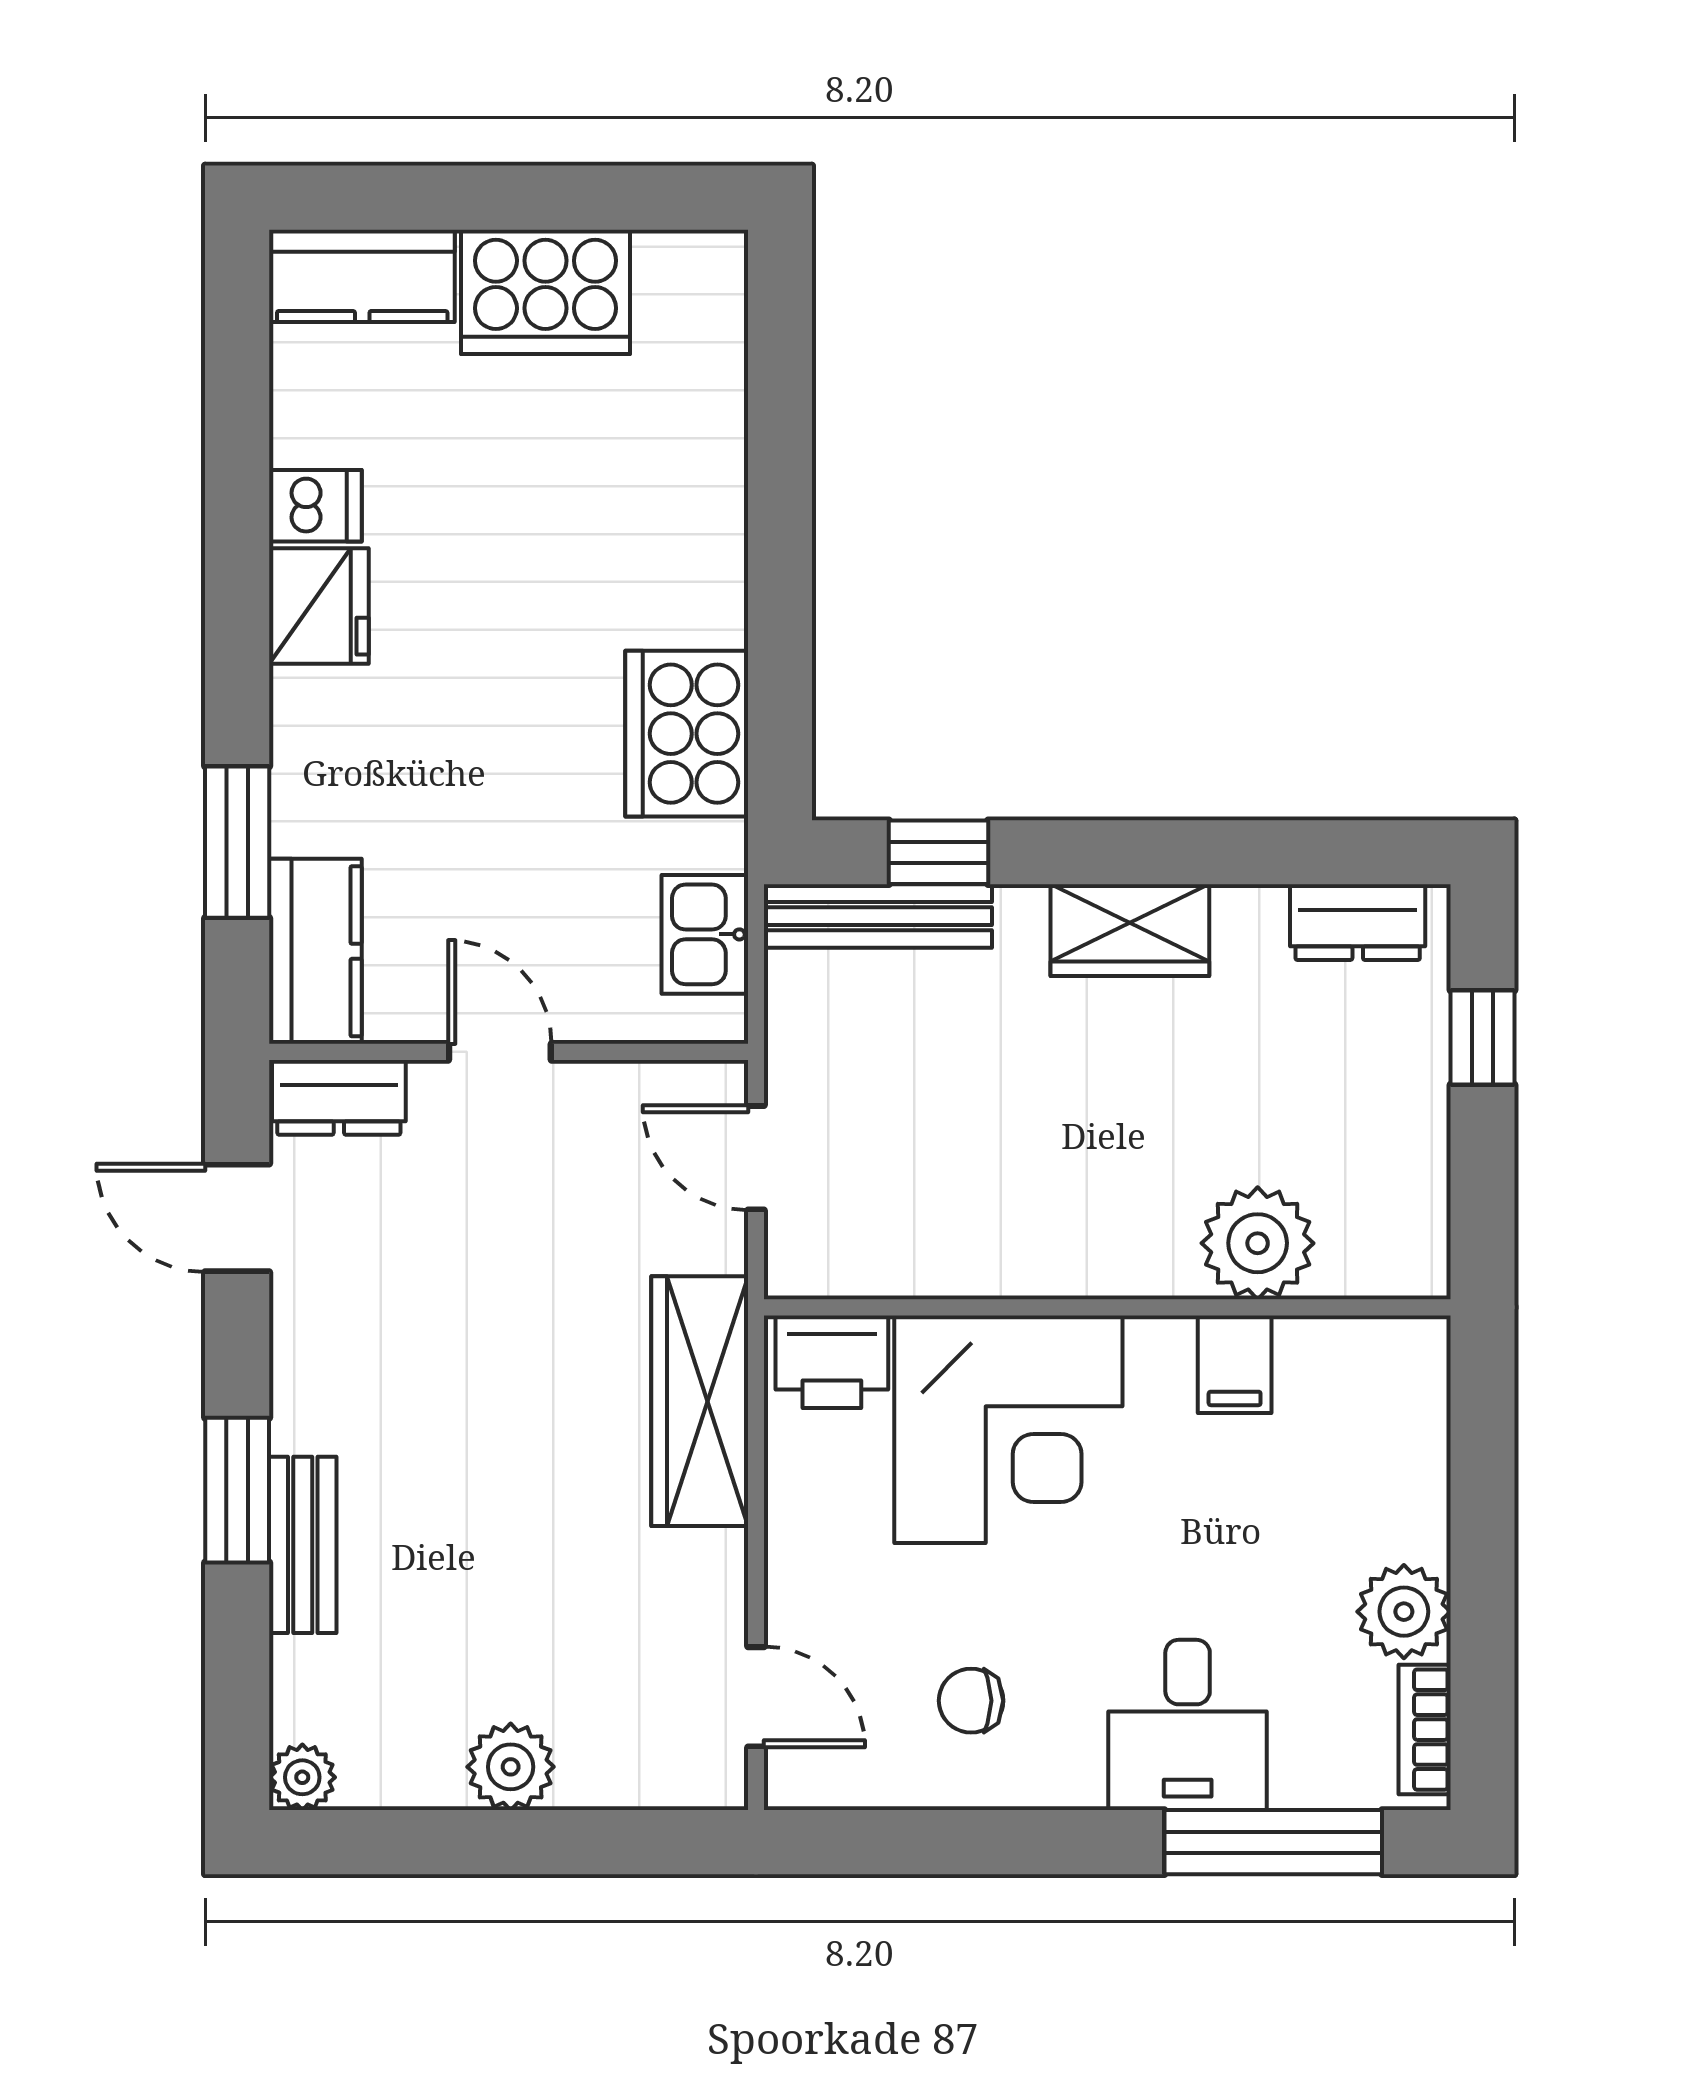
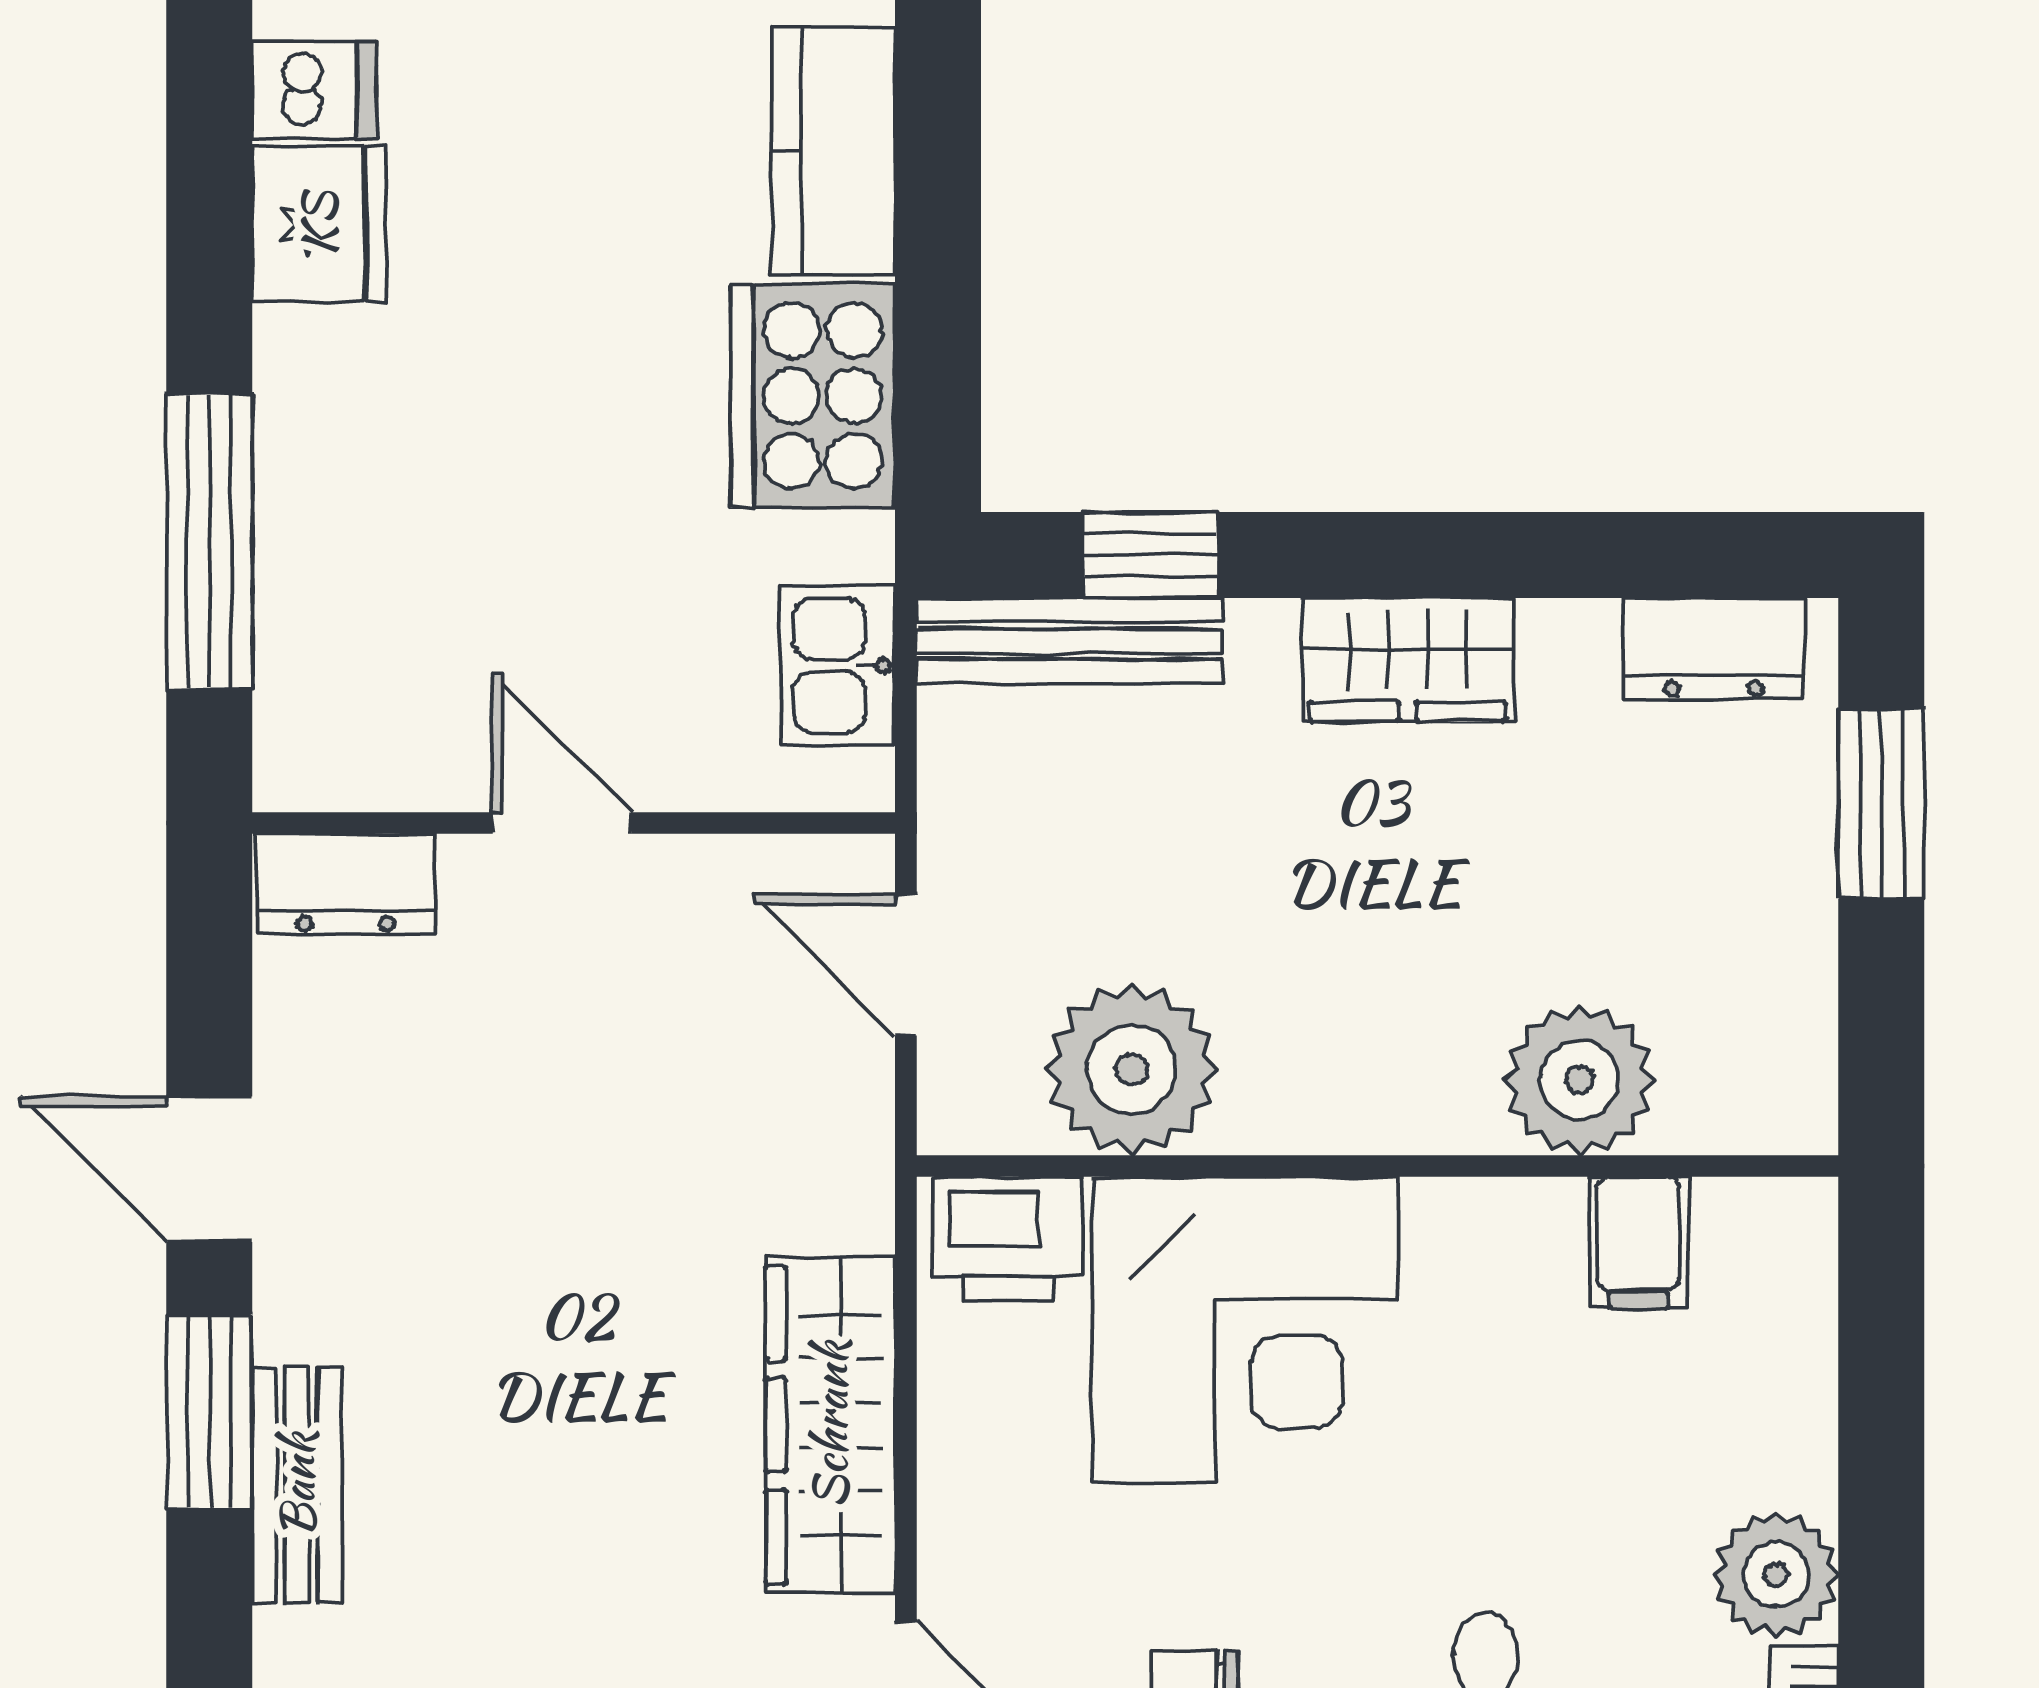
window: (237, 842) -> (209, 542), width x1.44
kitchen counter: (315, 951) -> (833, 151), moved, turned 180
window: (1482, 1038) -> (1881, 804), width x1.50
door: (237, 1218) -> (209, 1169), moved
plant: (924, 1235) -> (1131, 1069), added
filing cabinet: (1235, 1364) -> (1638, 1242), moved
wardrobe: (700, 1401) -> (830, 1425), moved

